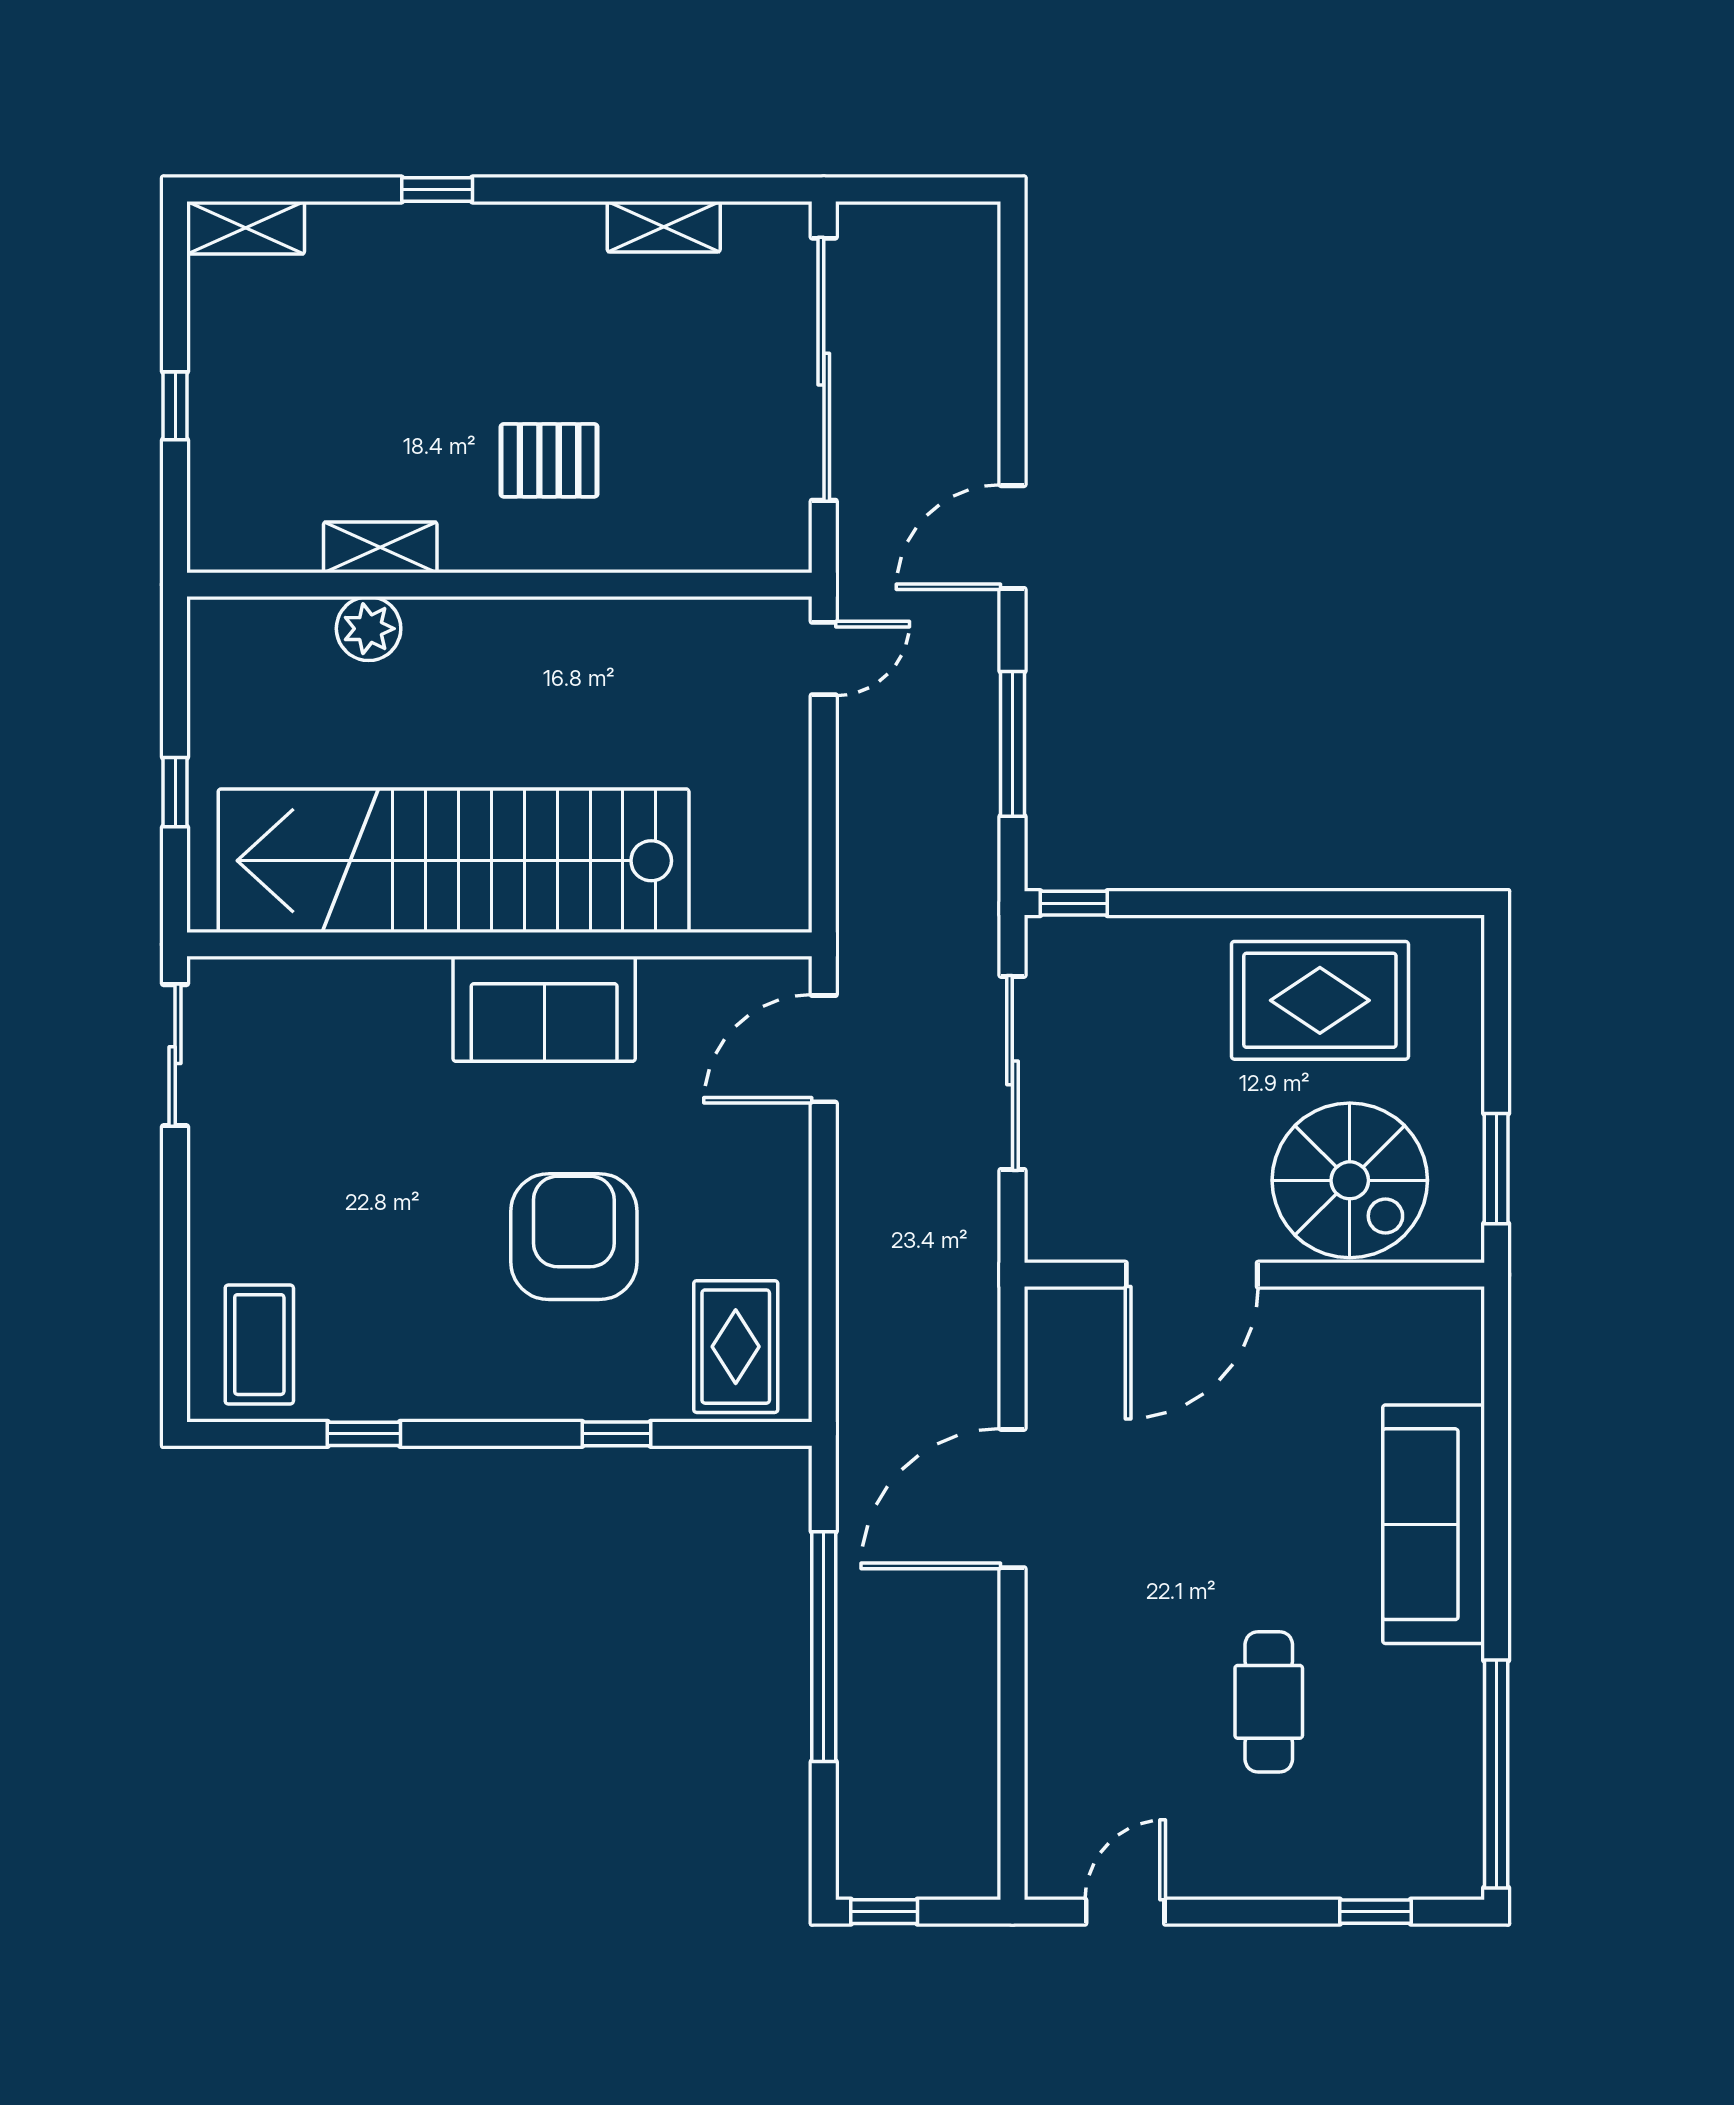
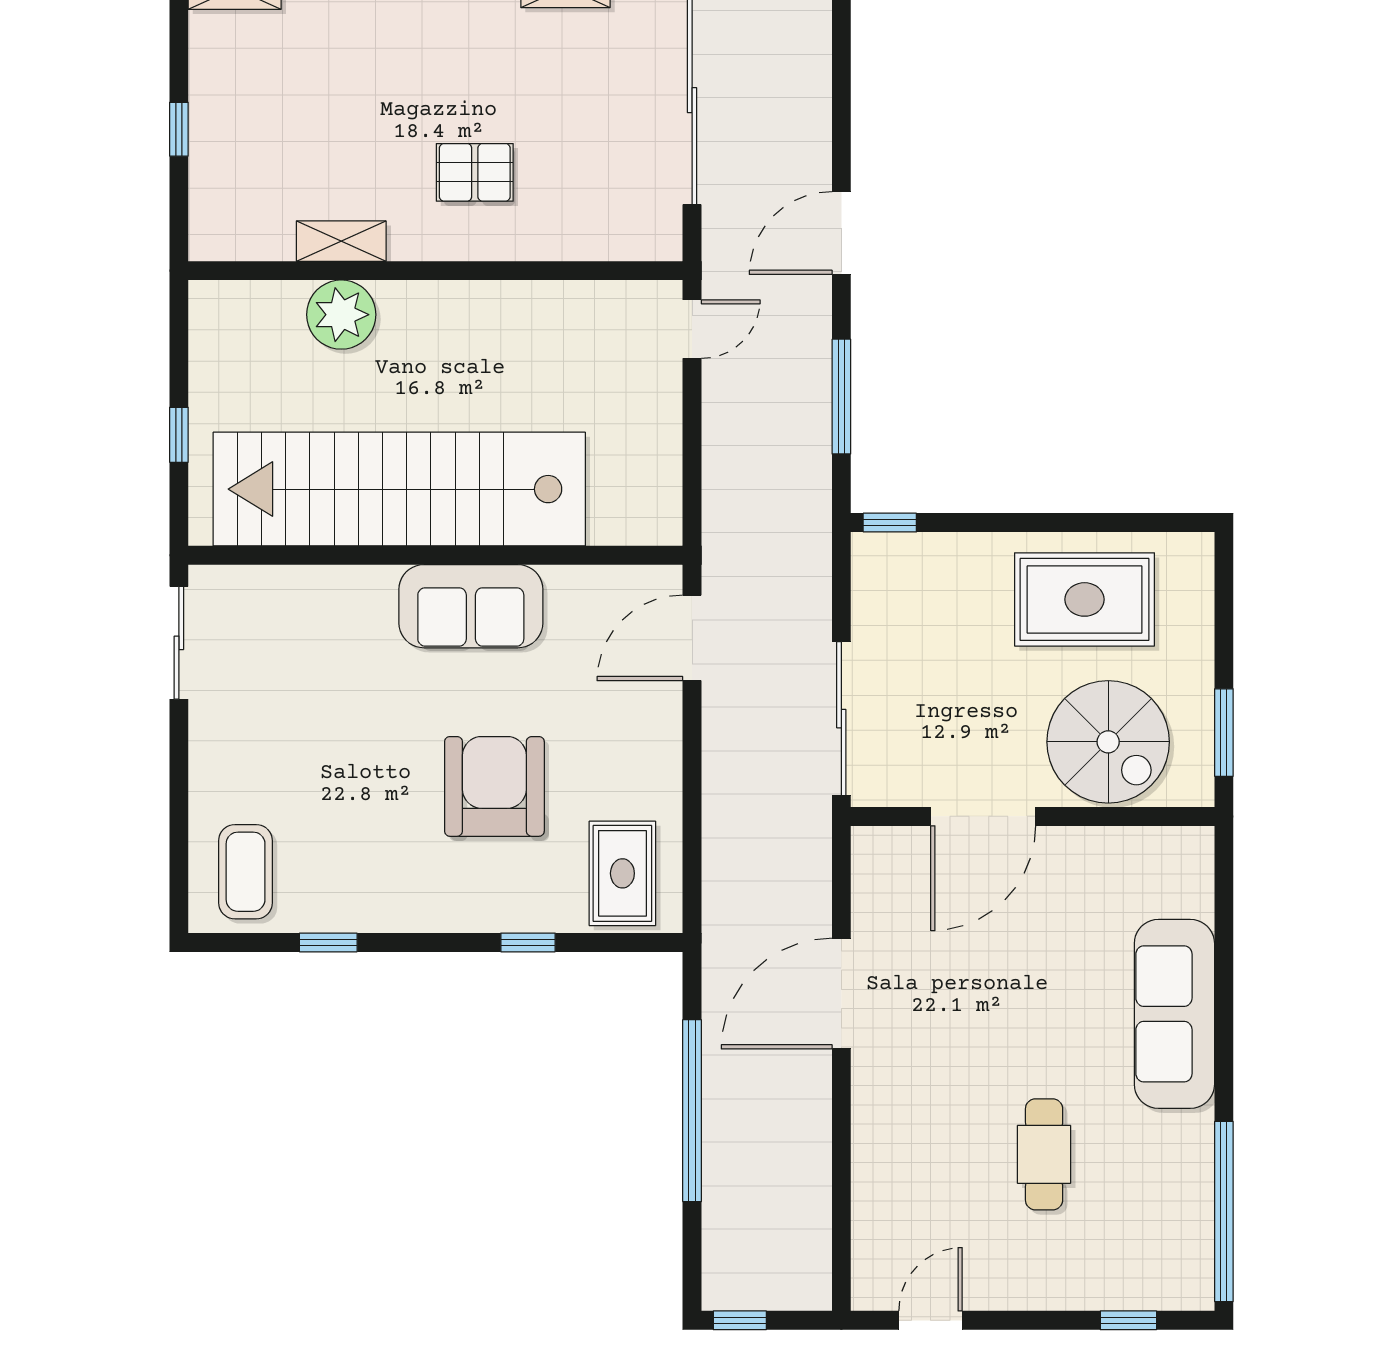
plant: (369, 629) -> (341, 315), width x1.36, depth x1.36
sliding door: (1012, 1073) -> (841, 719), moved

